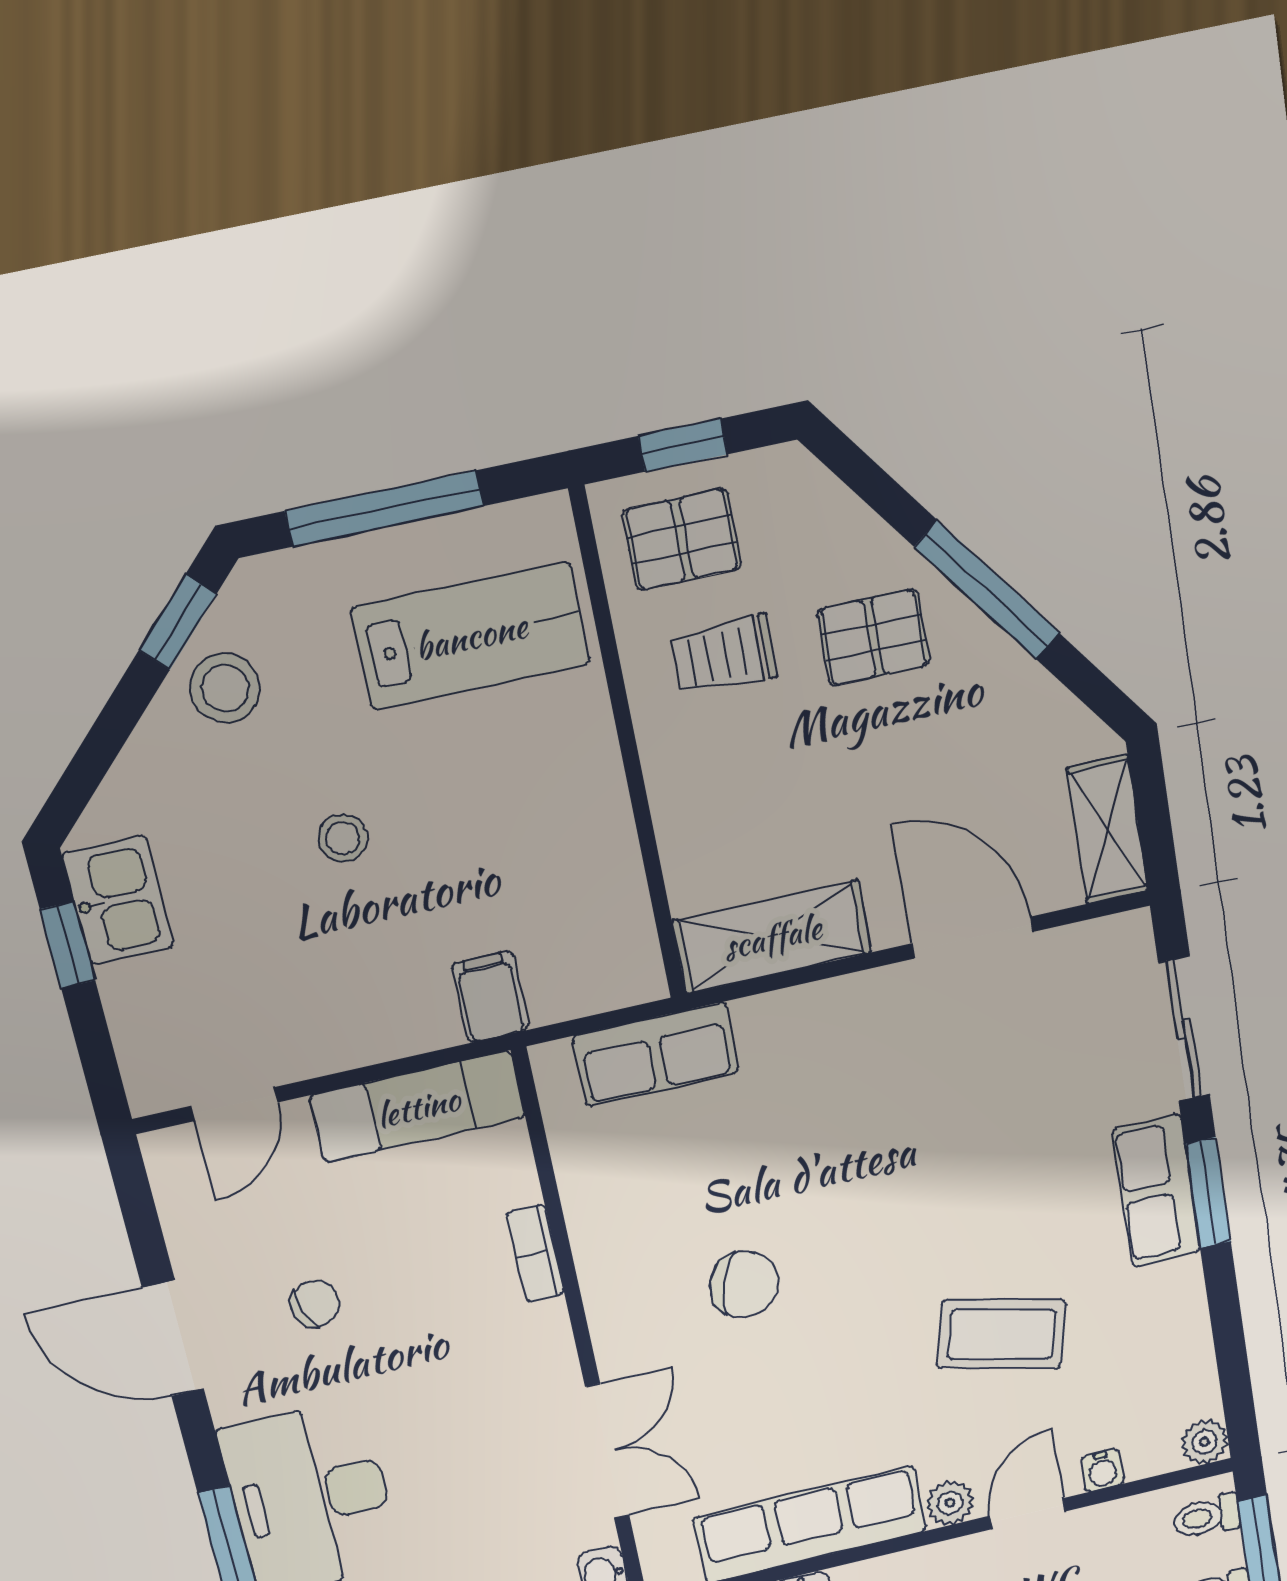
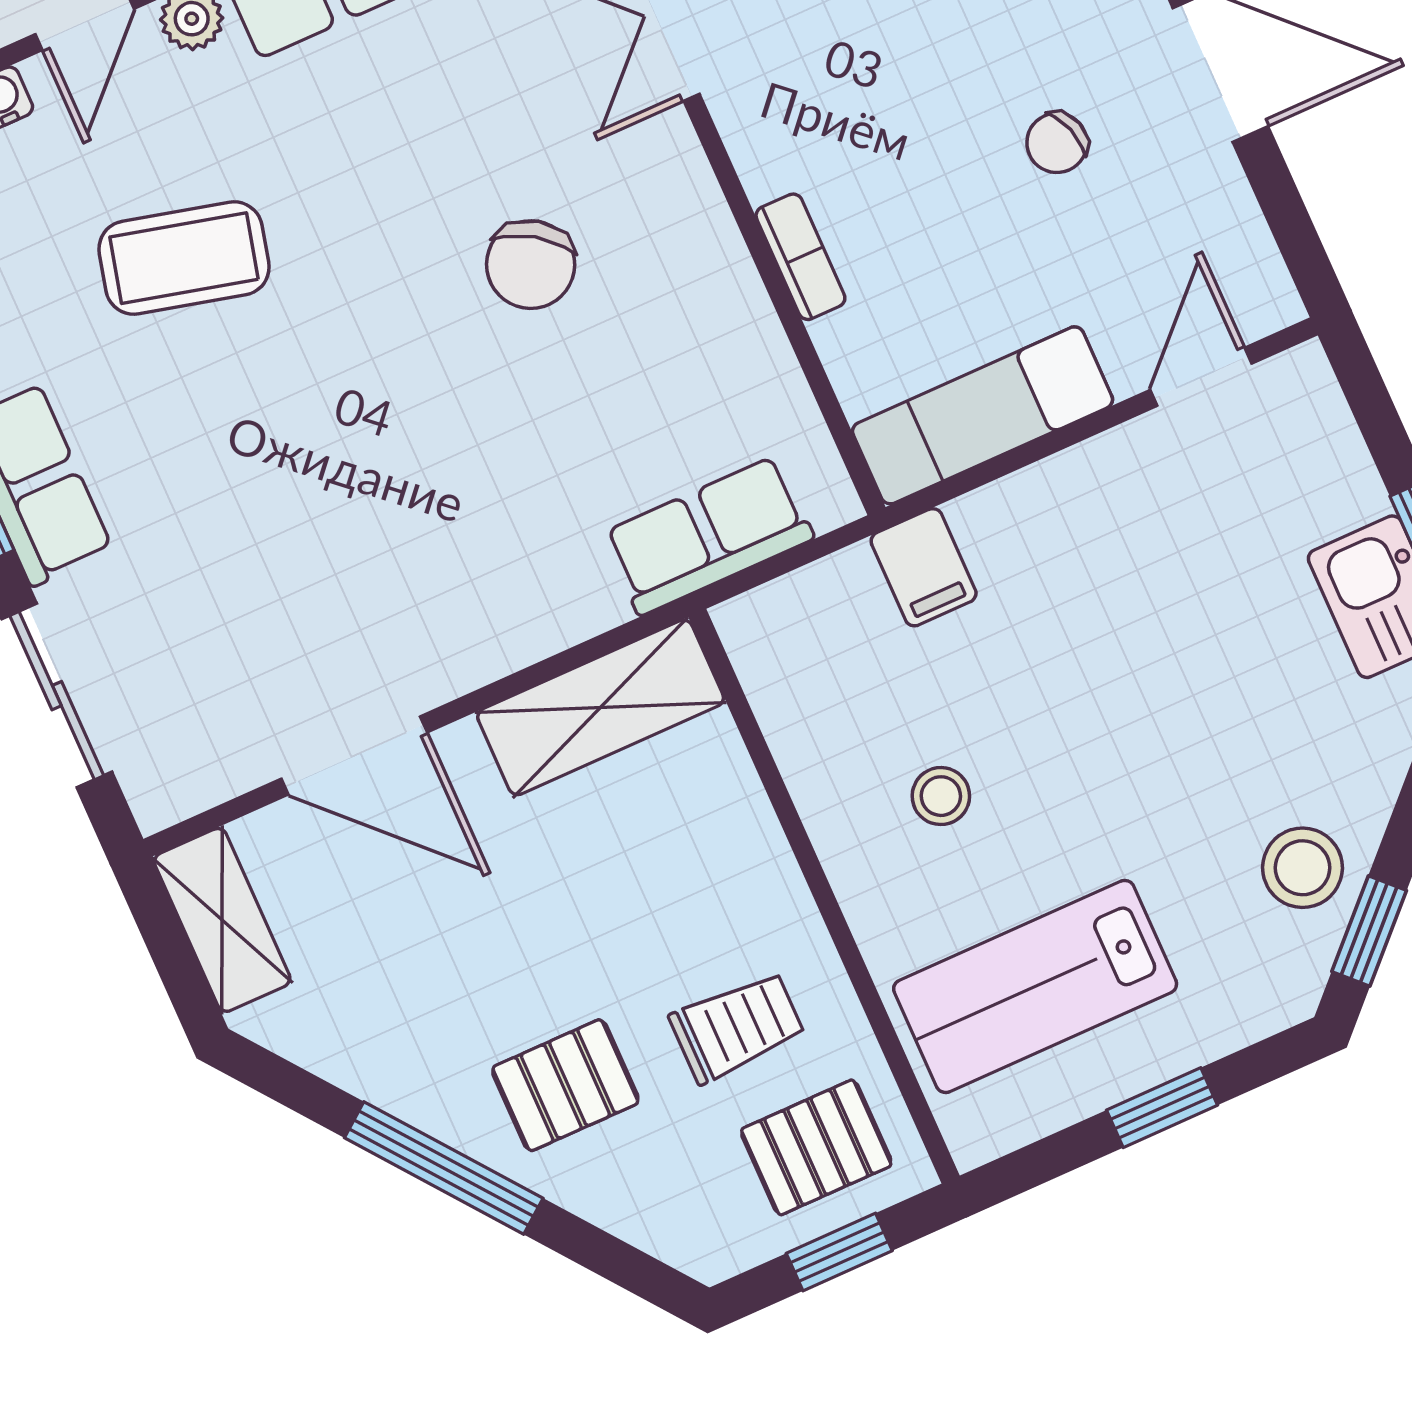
window: (384, 509) -> (1162, 1108), width x0.46
stool: (343, 838) -> (941, 796), moved
chair: (744, 1284) -> (531, 265), turned -75

